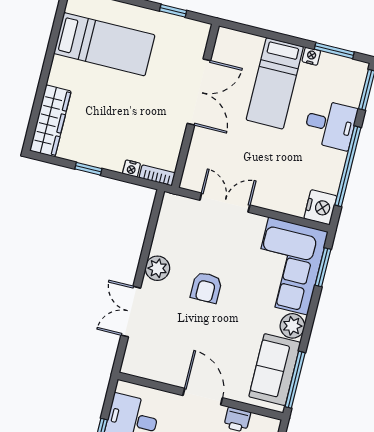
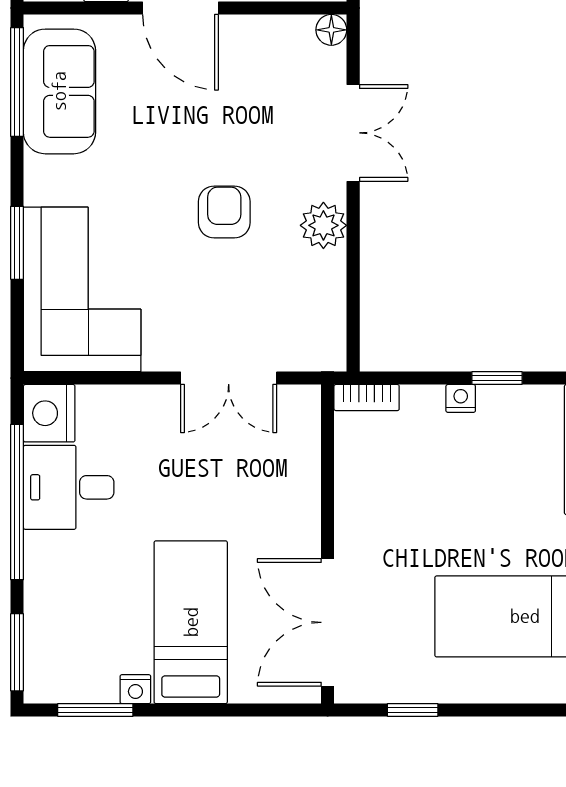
double door: (199, 92) -> (328, 622), moved
desk: (330, 125) -> (69, 487), moved
nightstand: (131, 169) -> (461, 398), moved
window: (323, 267) -> (17, 243), moved
plant: (292, 326) -> (47, 180), removed
floor lamp: (129, 367) -> (331, 30), added

